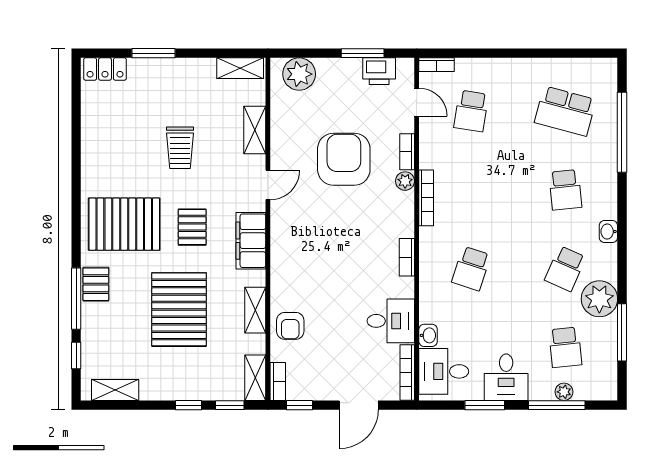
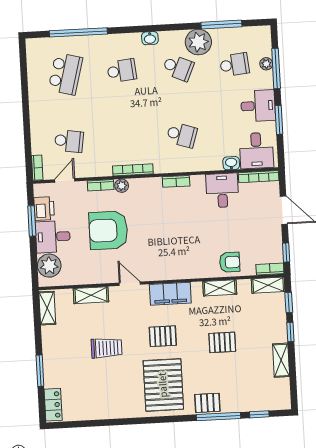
desk: (339, 81) -> (53, 237), added
pallet: (179, 309) -> (222, 342), width x0.49, depth x0.50
shelving: (115, 390) -> (281, 360), moved

